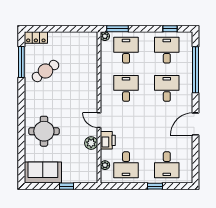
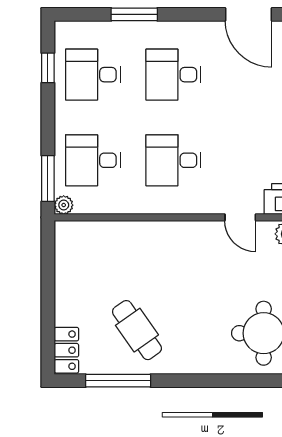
window: (196, 70) -> (134, 14), width x0.47
door: (99, 120) -> (240, 217), hinge flipped

